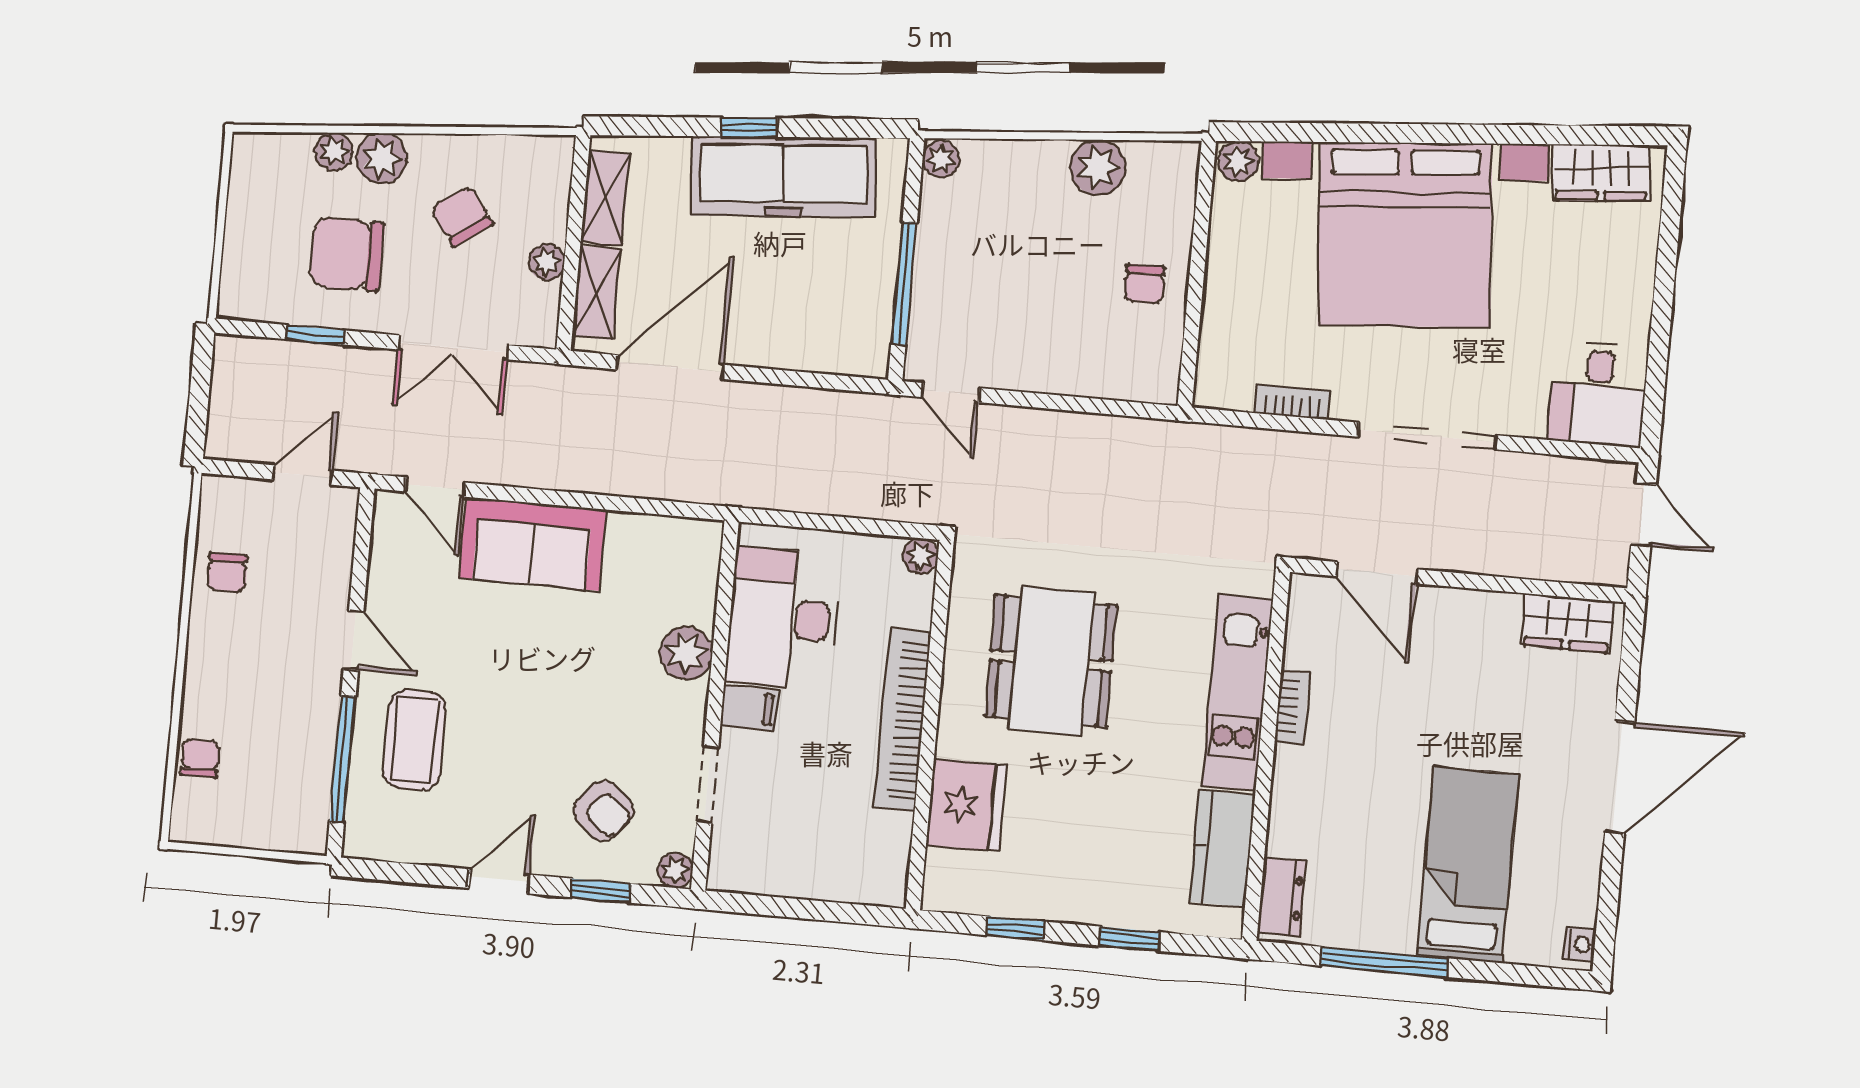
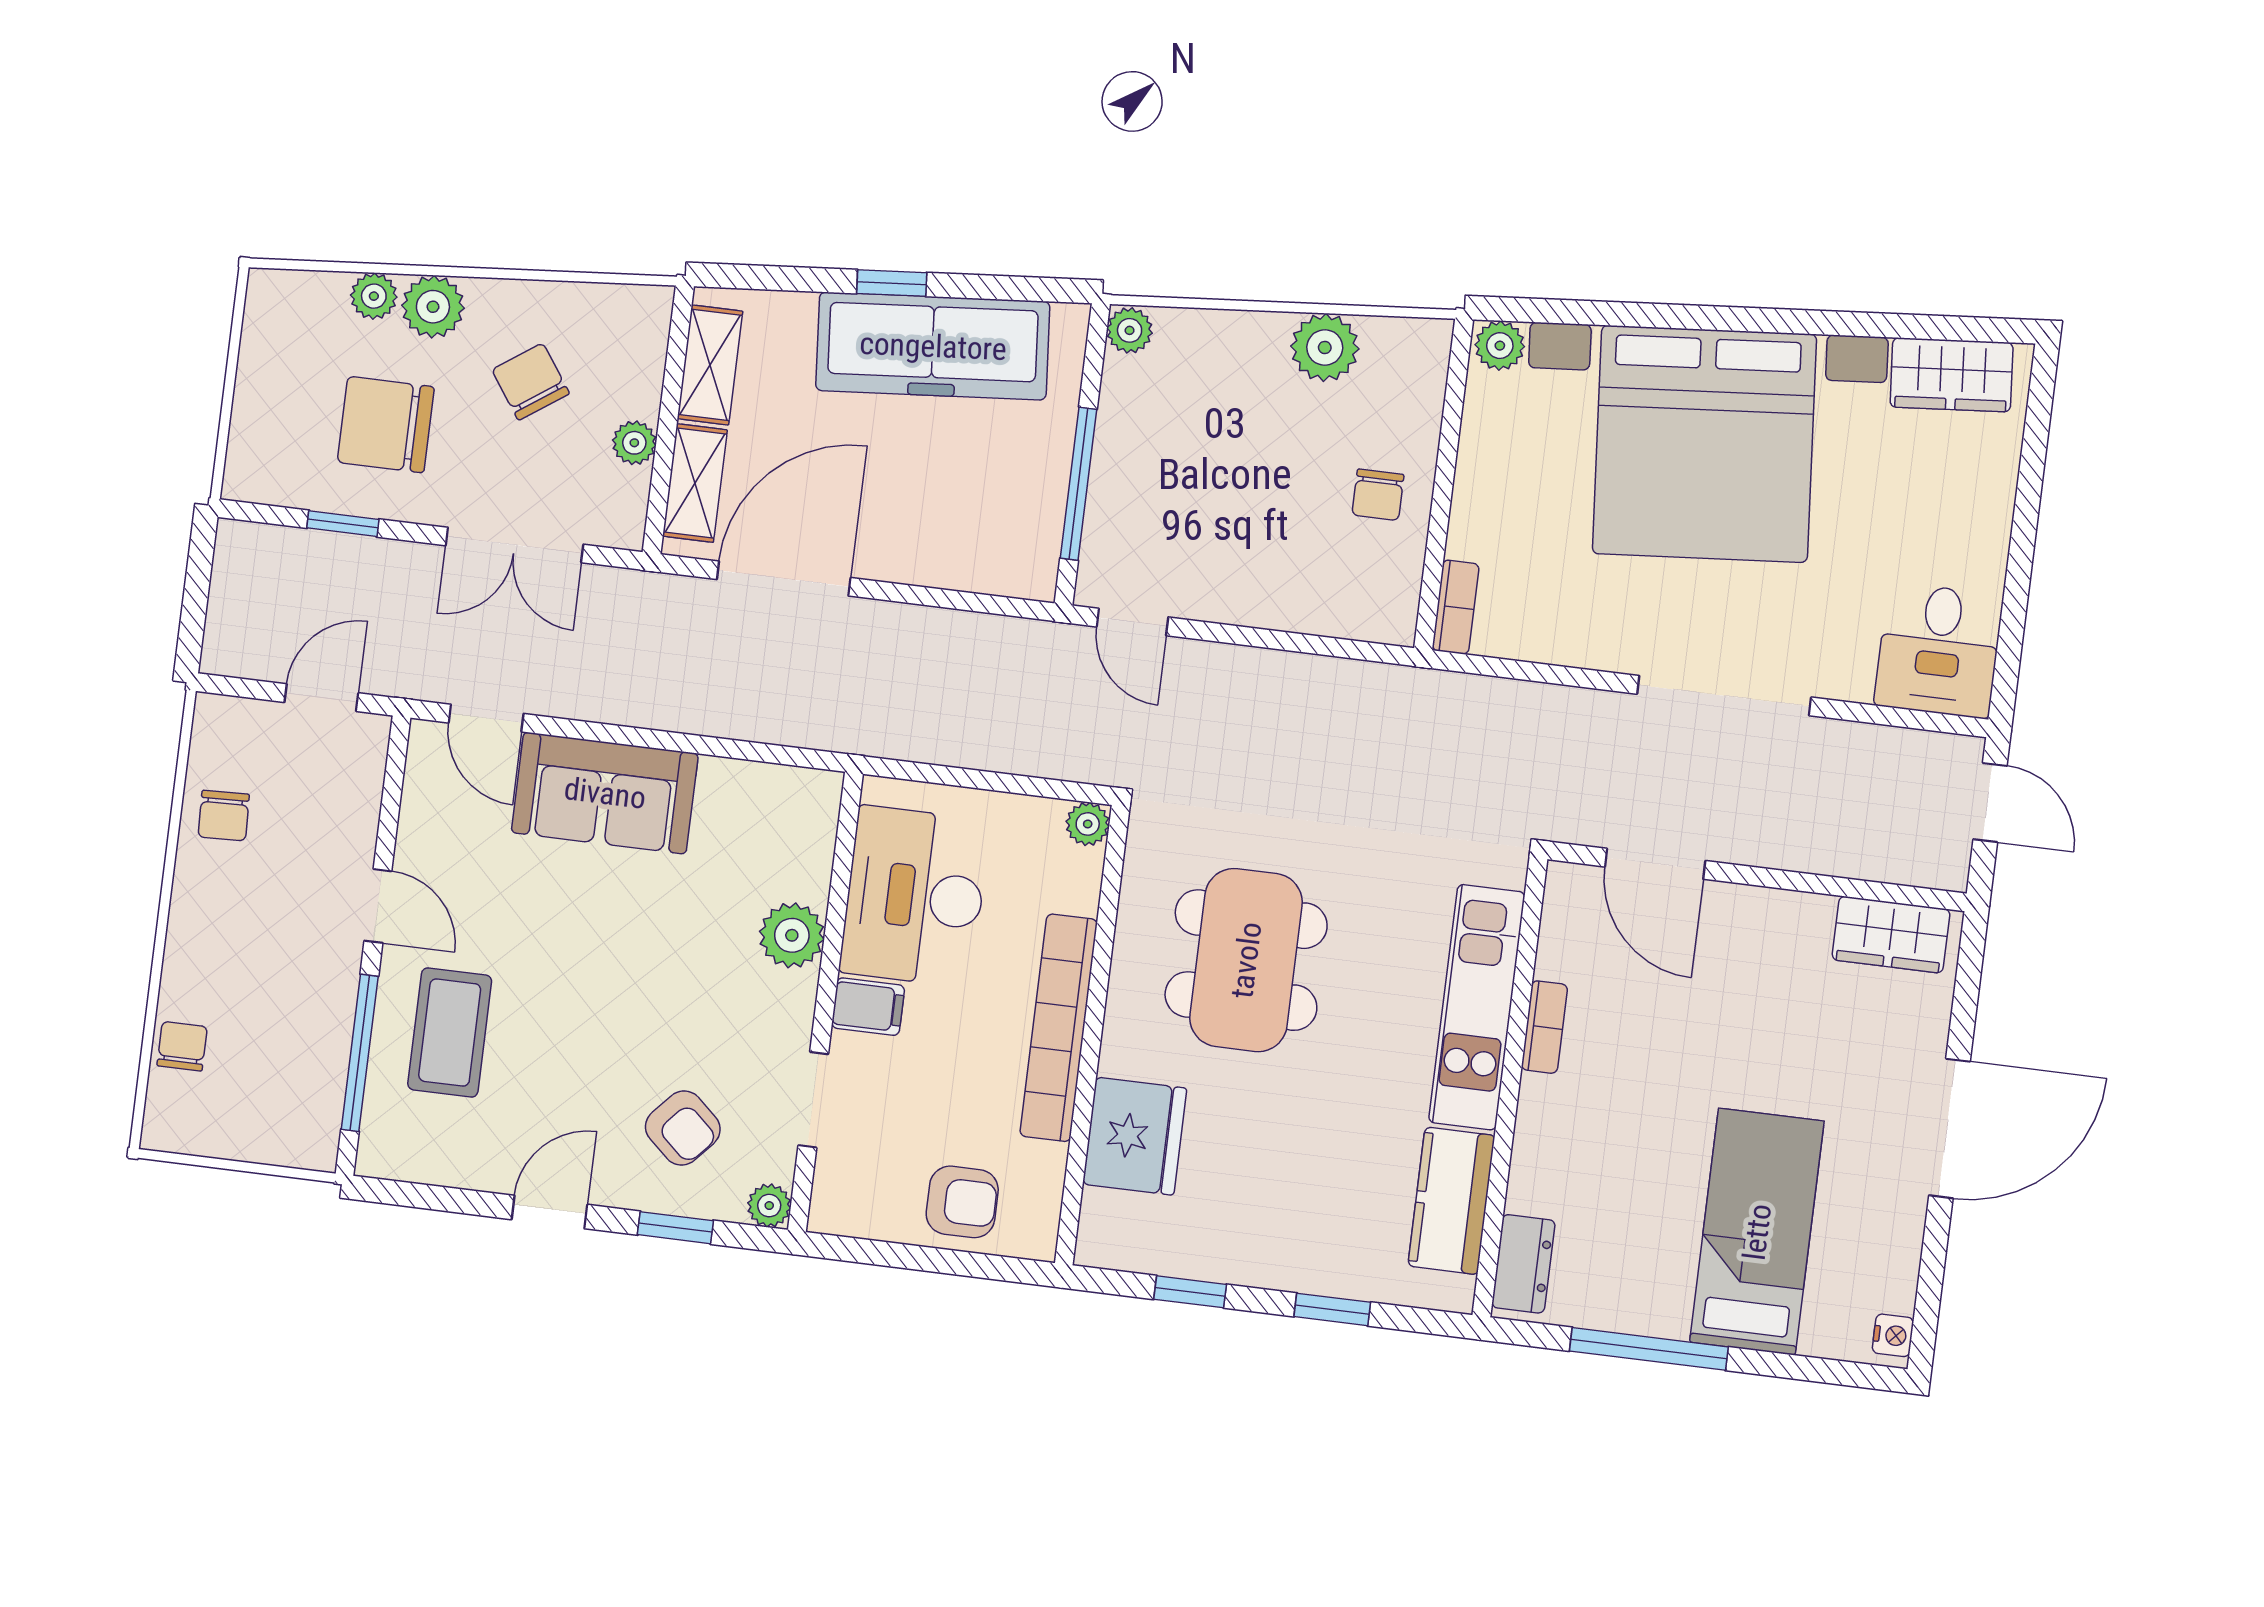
bookcase: (1292, 402) -> (1456, 607), moved, turned 90
armchair: (830, 862) -> (962, 1202), added

